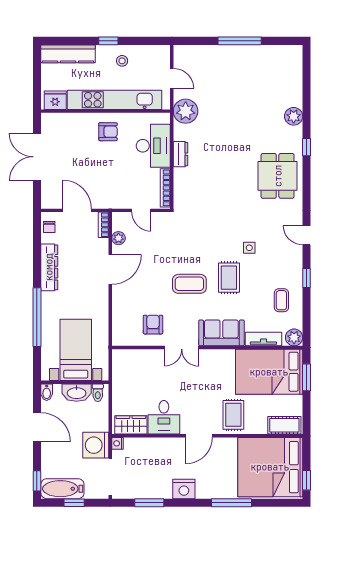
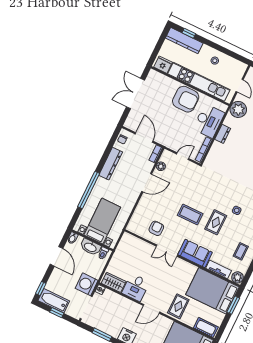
window: (108, 41) -> (189, 33), moved
armchair: (108, 132) -> (186, 99), width x1.88, depth x1.88
door: (141, 210) -> (183, 156), swing flipped

